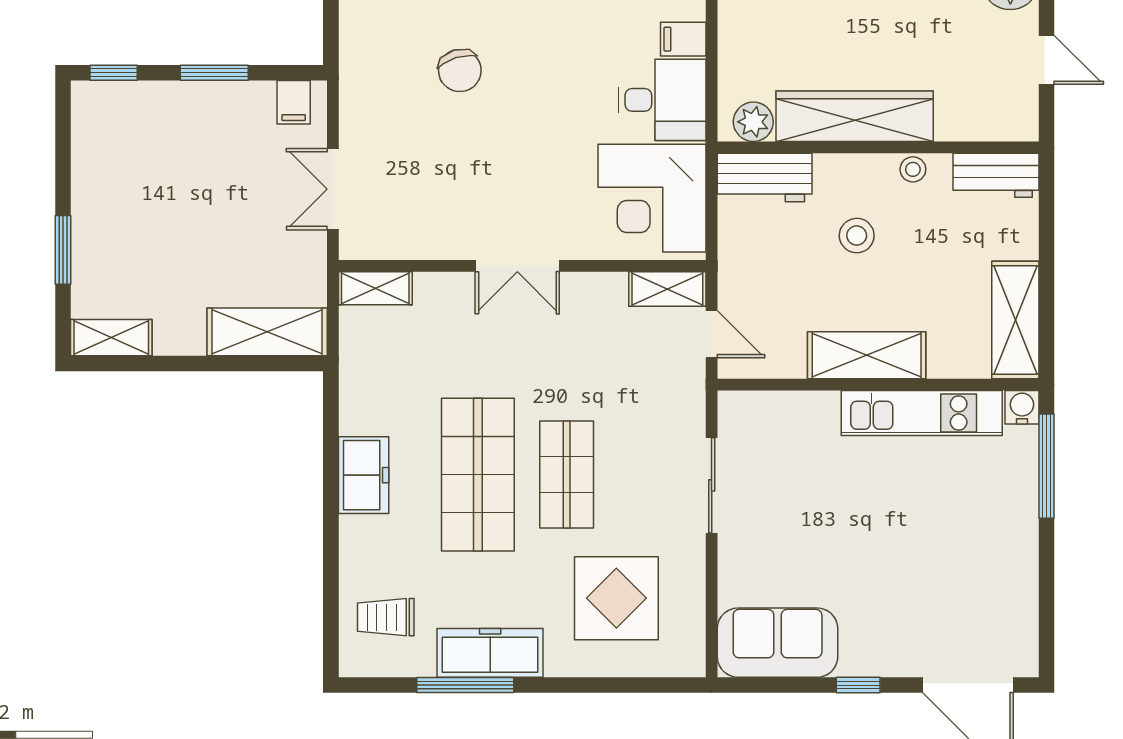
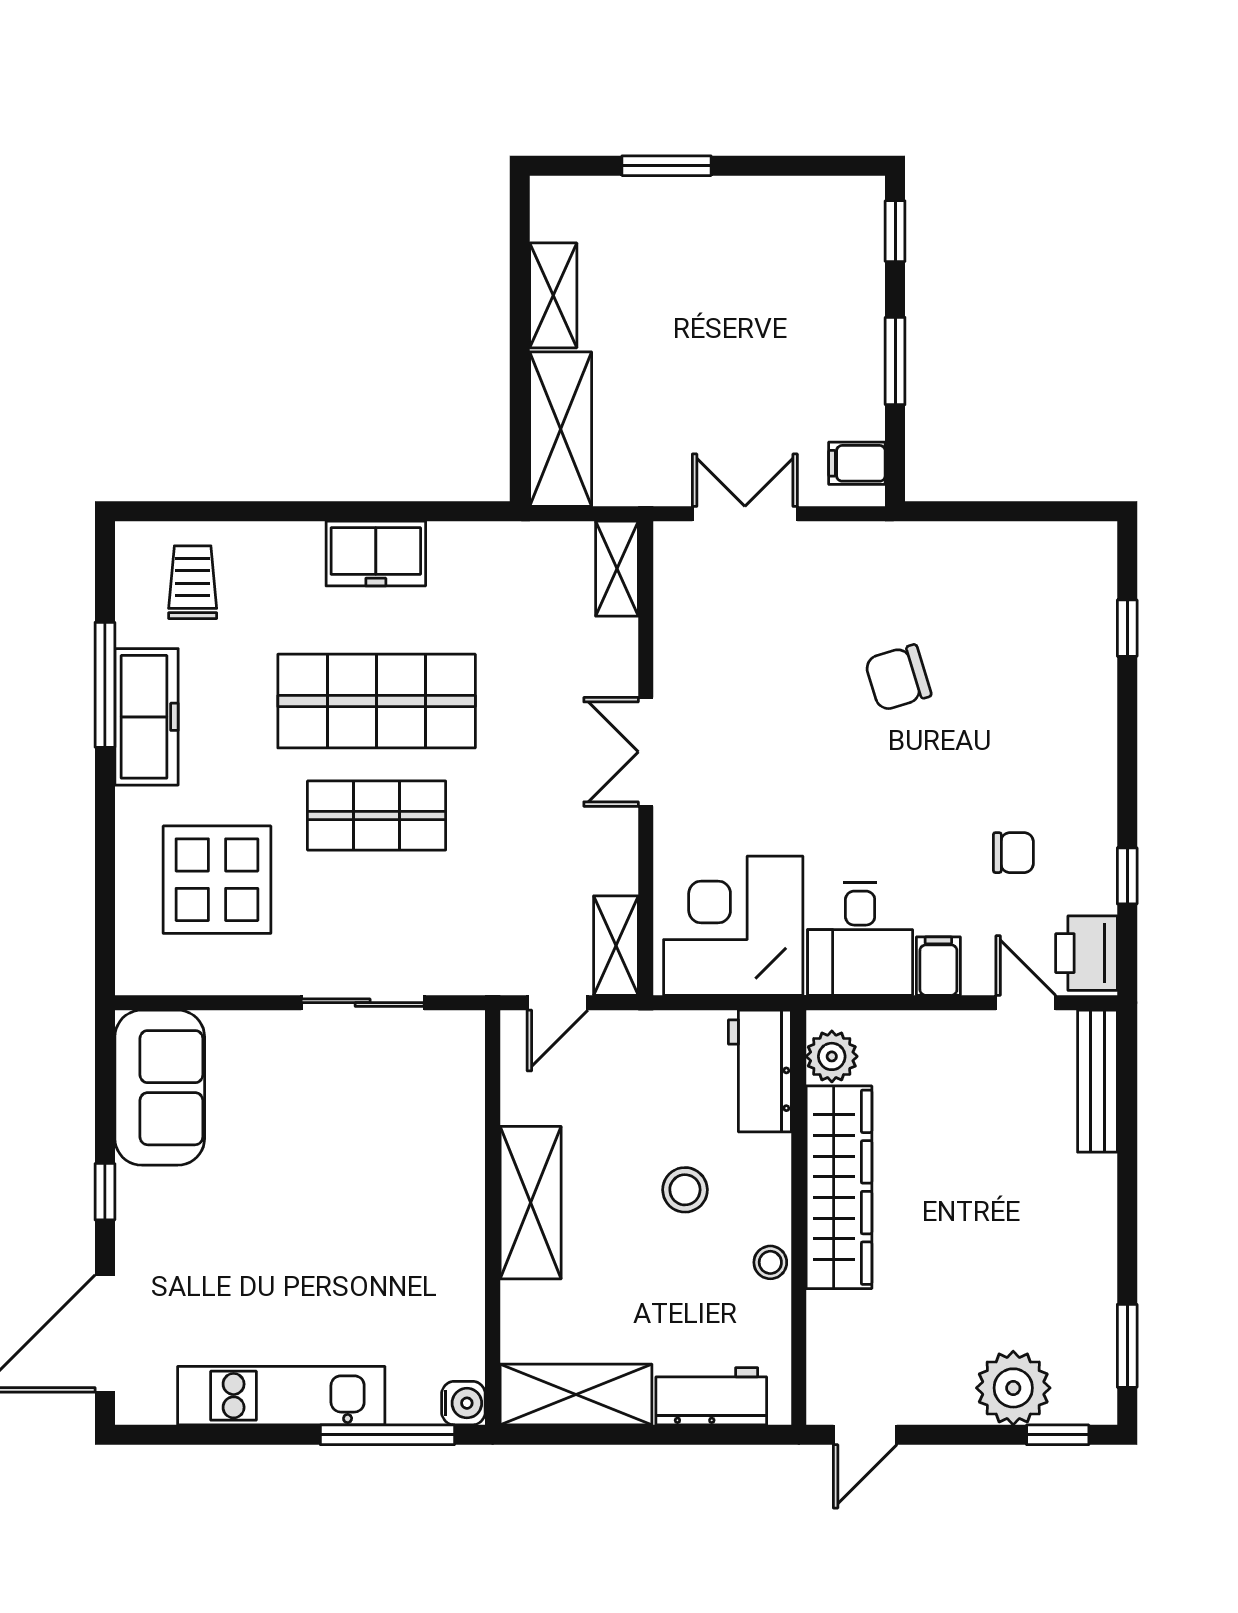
door: (1047, 60) -> (865, 1435), moved
workbench: (996, 175) -> (711, 1396), moved, turned 90
shelving: (111, 338) -> (553, 295), moved
kitchen unit: (922, 413) -> (281, 1396), moved, turned 90

